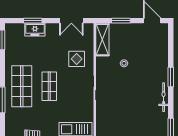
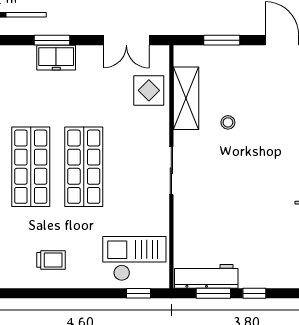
shelving: (102, 40) -> (186, 98), moved
display table: (77, 59) -> (149, 90), moved
shop shelf: (49, 86) -> (84, 167), width x1.43, depth x1.36

